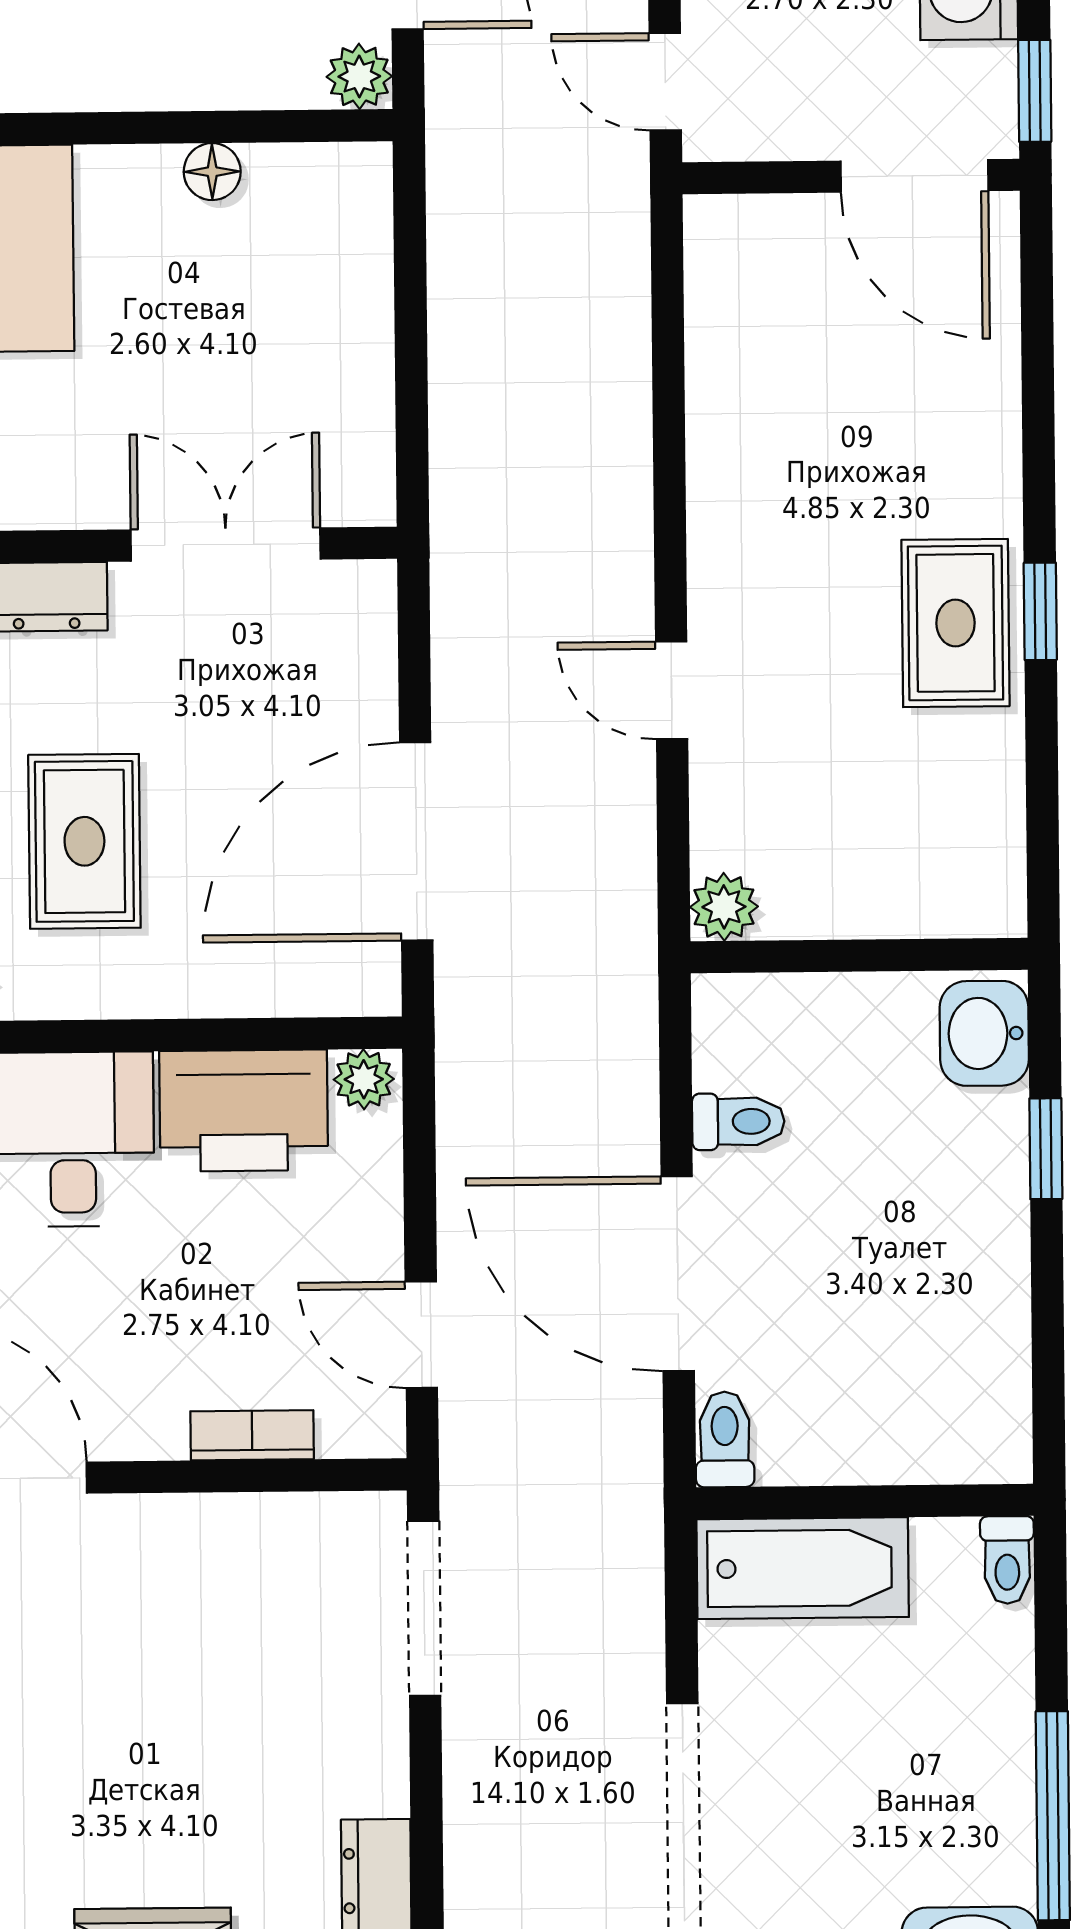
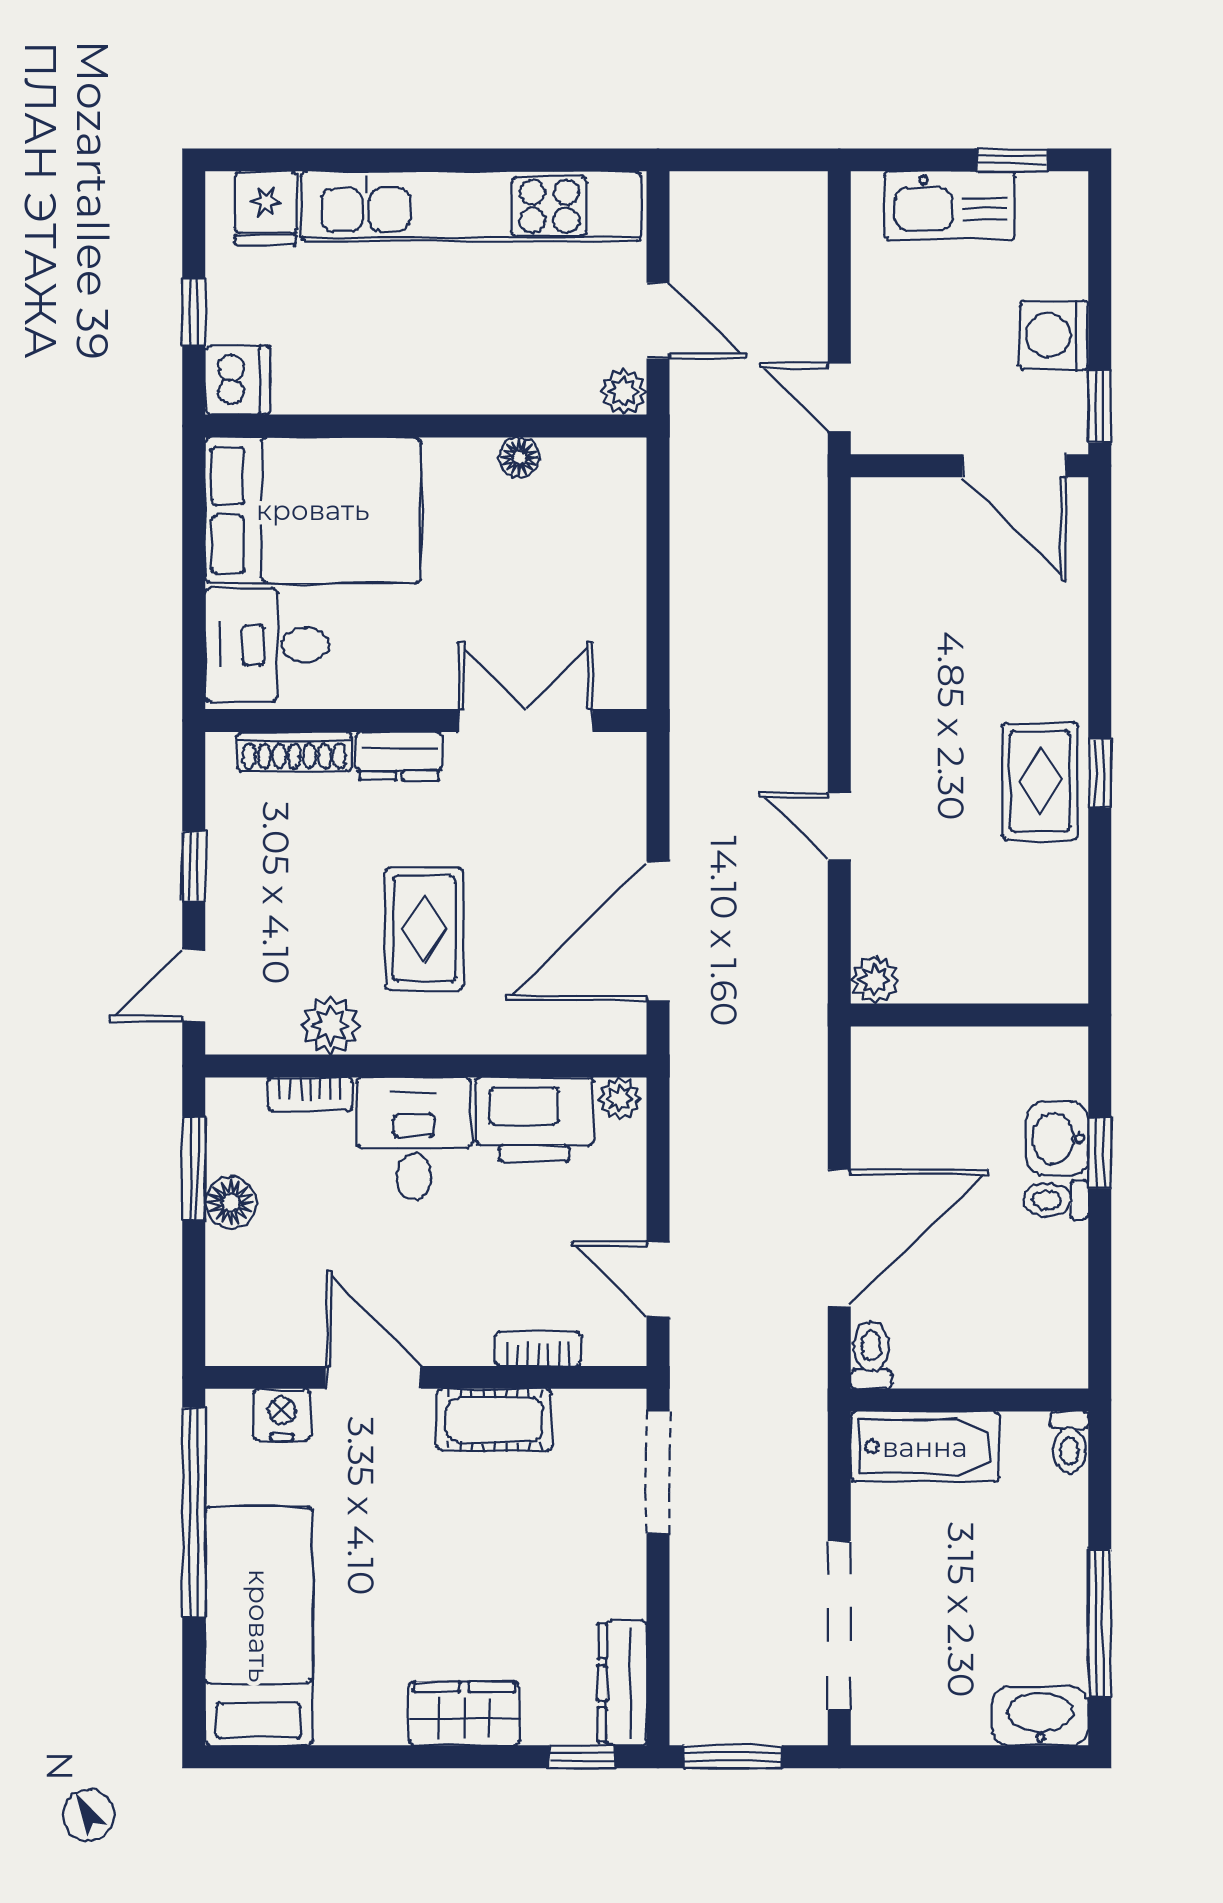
washbasin: (984, 1033) -> (1057, 1139), moved
toilet: (738, 1122) -> (1056, 1200), moved, turned 180
door: (678, 1274) -> (839, 1238), swing flipped
cot: (192, 1537) -> (495, 1420), added

